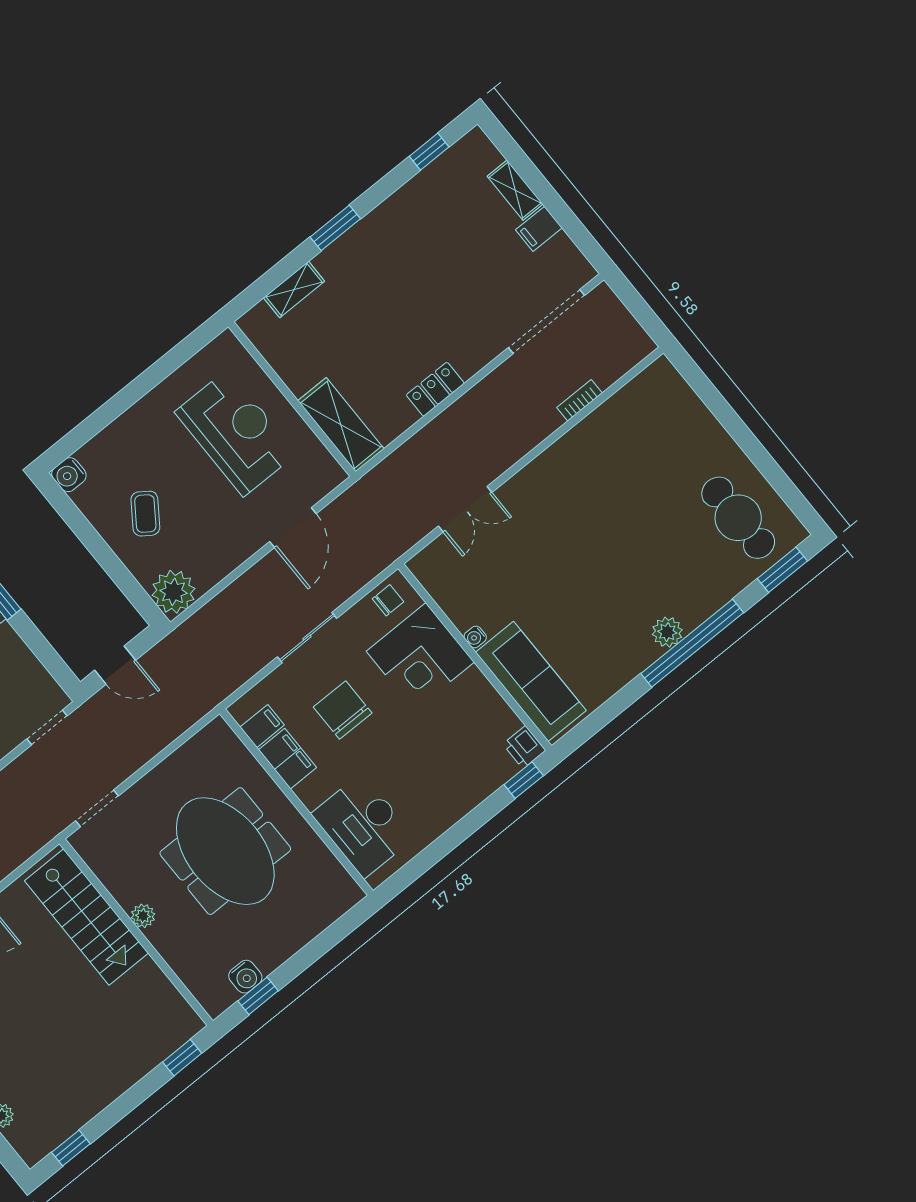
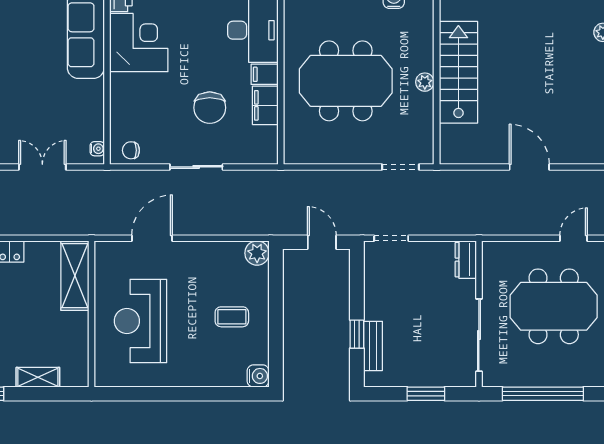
coffee table: (145, 514) -> (232, 317), turned 55
plant: (173, 592) -> (257, 253), width x0.73, depth x0.73
water cooler: (475, 637) -> (97, 149), moved
corner desk: (420, 657) -> (139, 43), moved
filing cabinet: (262, 726) -> (265, 74), moved
meeting table: (225, 851) -> (346, 81), turned 90
stairs: (86, 917) -> (458, 72), moved

